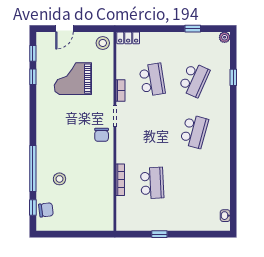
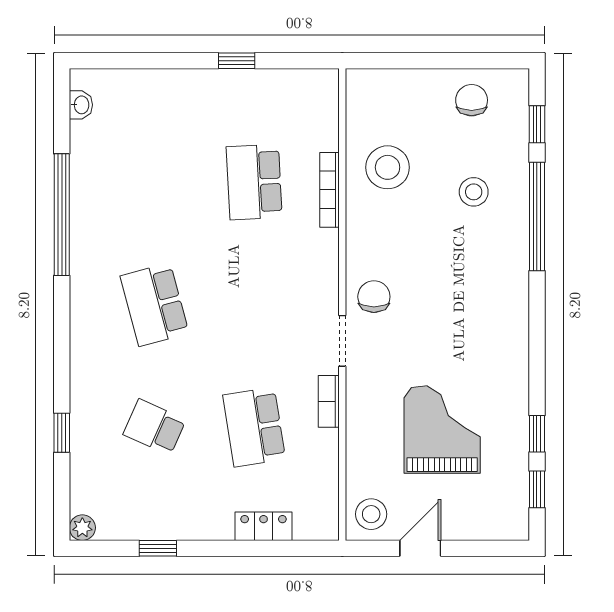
door: (64, 29) -> (420, 548), moved
locker: (128, 38) -> (264, 526), moved
grand piano: (73, 79) -> (442, 430), turned -90
school desk: (194, 80) -> (154, 427), width x0.54
school desk: (194, 131) -> (154, 305), turned -30
window: (233, 169) -> (62, 215), added
stool: (96, 189) -> (388, 167), added
chair: (46, 210) -> (472, 100), moved, turned 97

